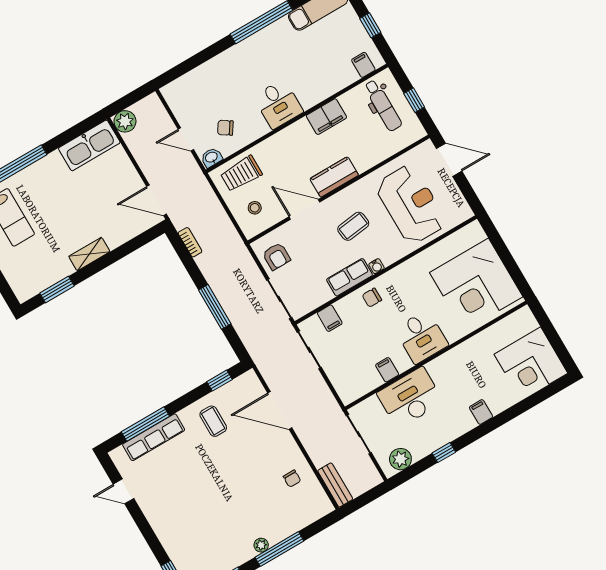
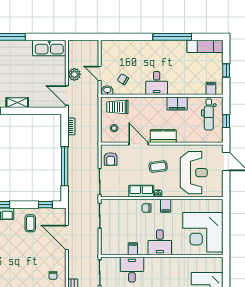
plant: (125, 121) -> (74, 74), moved
window: (215, 307) -> (65, 166), width x1.46
filing cabinet: (330, 318) -> (166, 206), moved
desk: (410, 398) -> (132, 270), width x0.73

